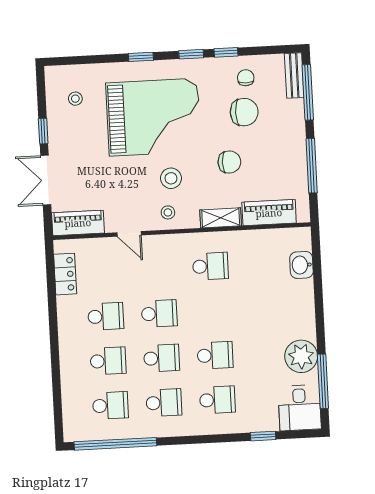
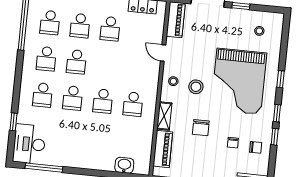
chair: (244, 112) -> (233, 143), width x0.54, depth x0.54
door: (129, 234) -> (163, 53), hinge flipped
school desk: (159, 314) -> (103, 101), moved
plant: (301, 356) -> (63, 156), removed
desk: (300, 408) -> (29, 144), width x1.37

